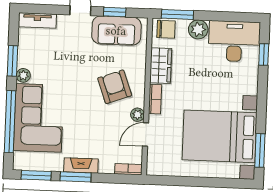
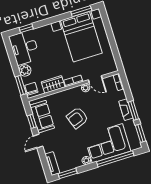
window: (13, 61) -> (68, 173), moved
armchair: (115, 87) -> (77, 118), moved

